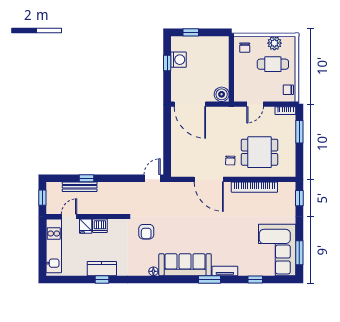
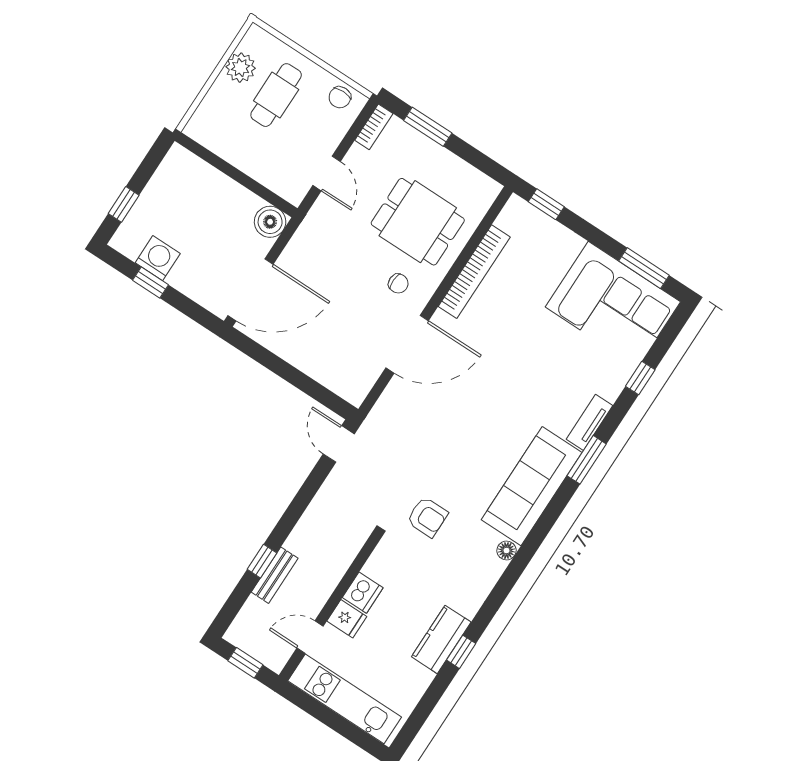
chair: (245, 48) -> (214, 126), removed
dining table: (260, 152) -> (418, 222), turned 90
bench: (80, 187) -> (275, 575), width x0.73
door: (69, 217) -> (310, 637), hinge flipped

